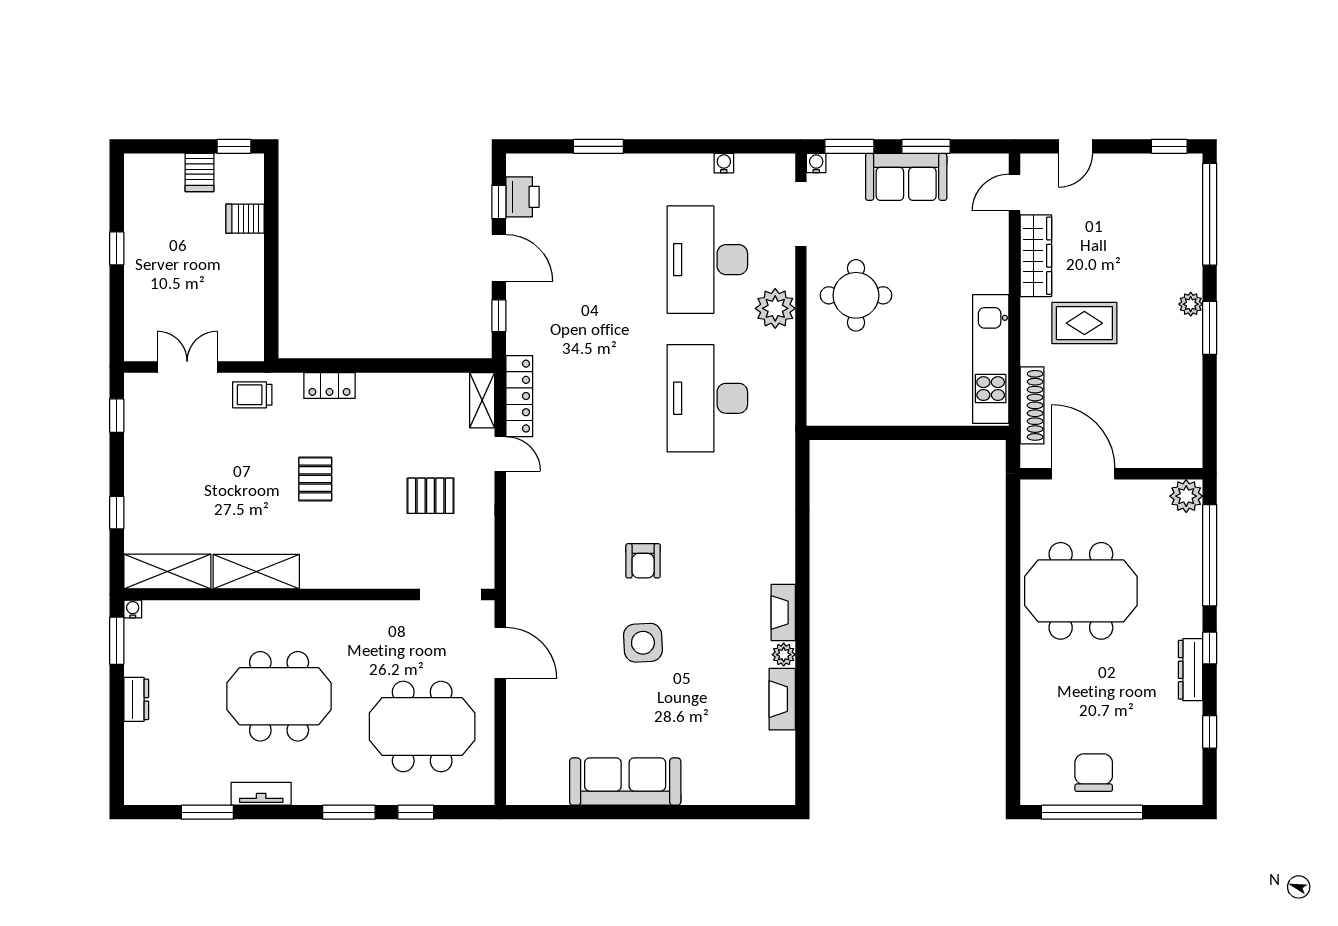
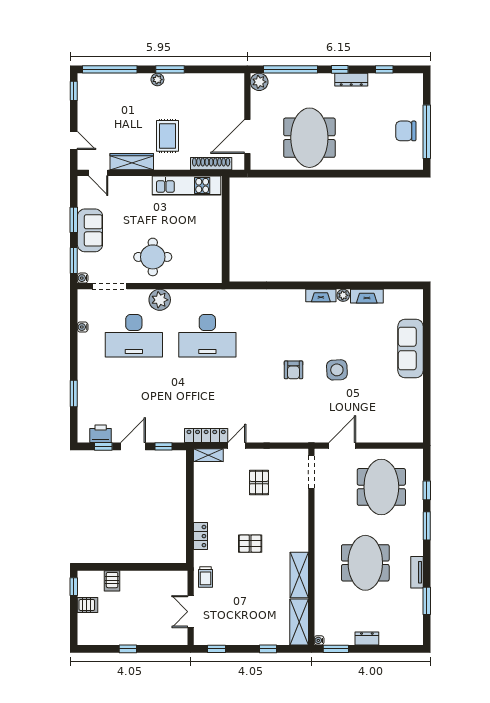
armchair: (643, 561) -> (294, 370), turned 90
sofa: (625, 782) -> (411, 348), moved

